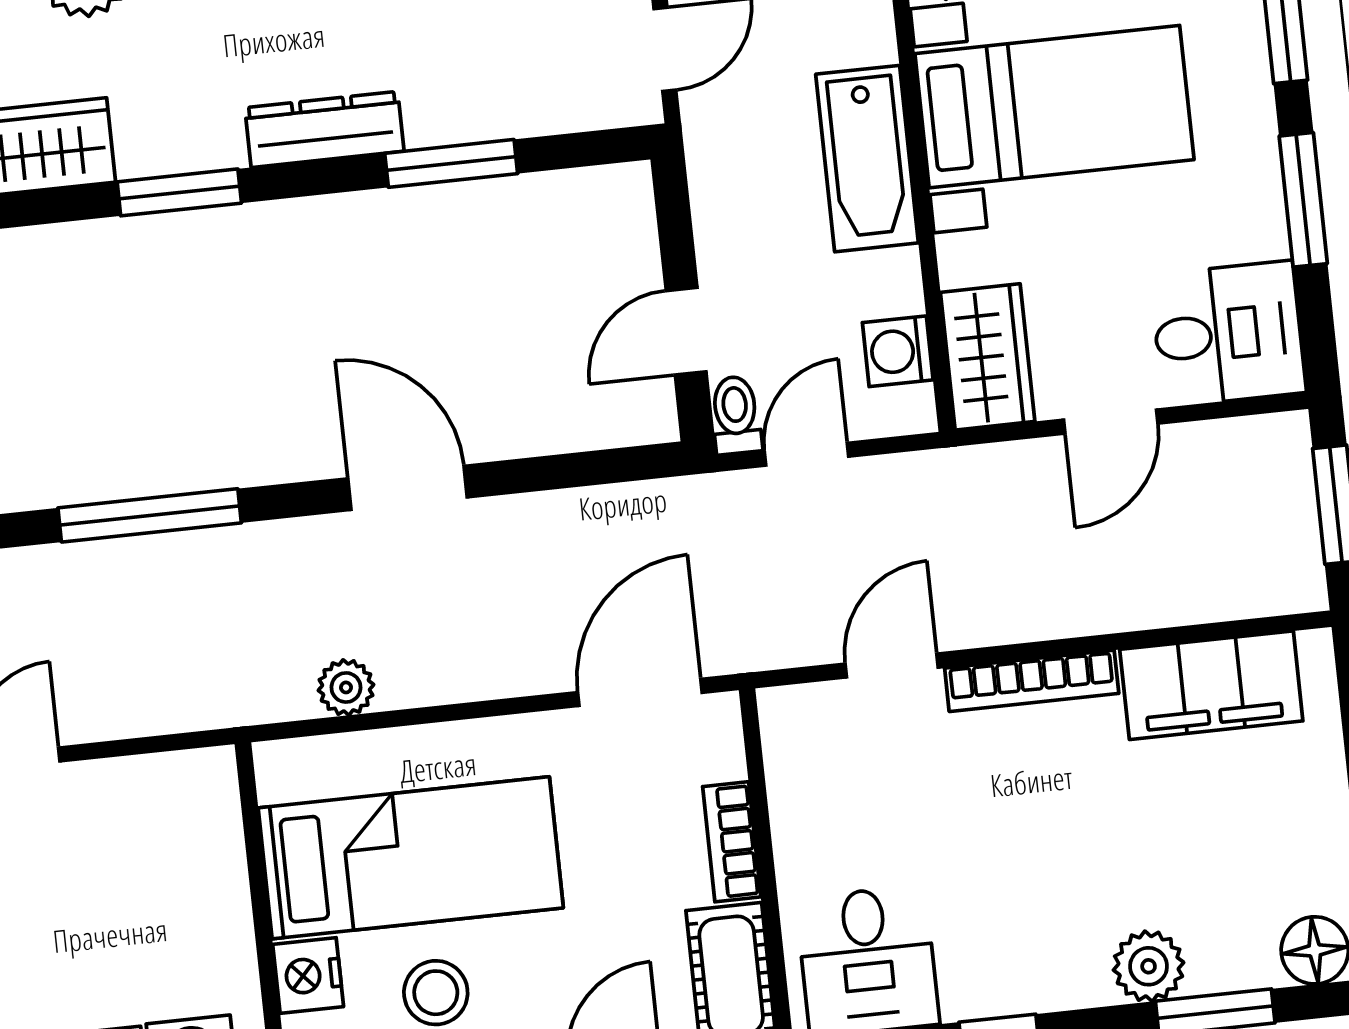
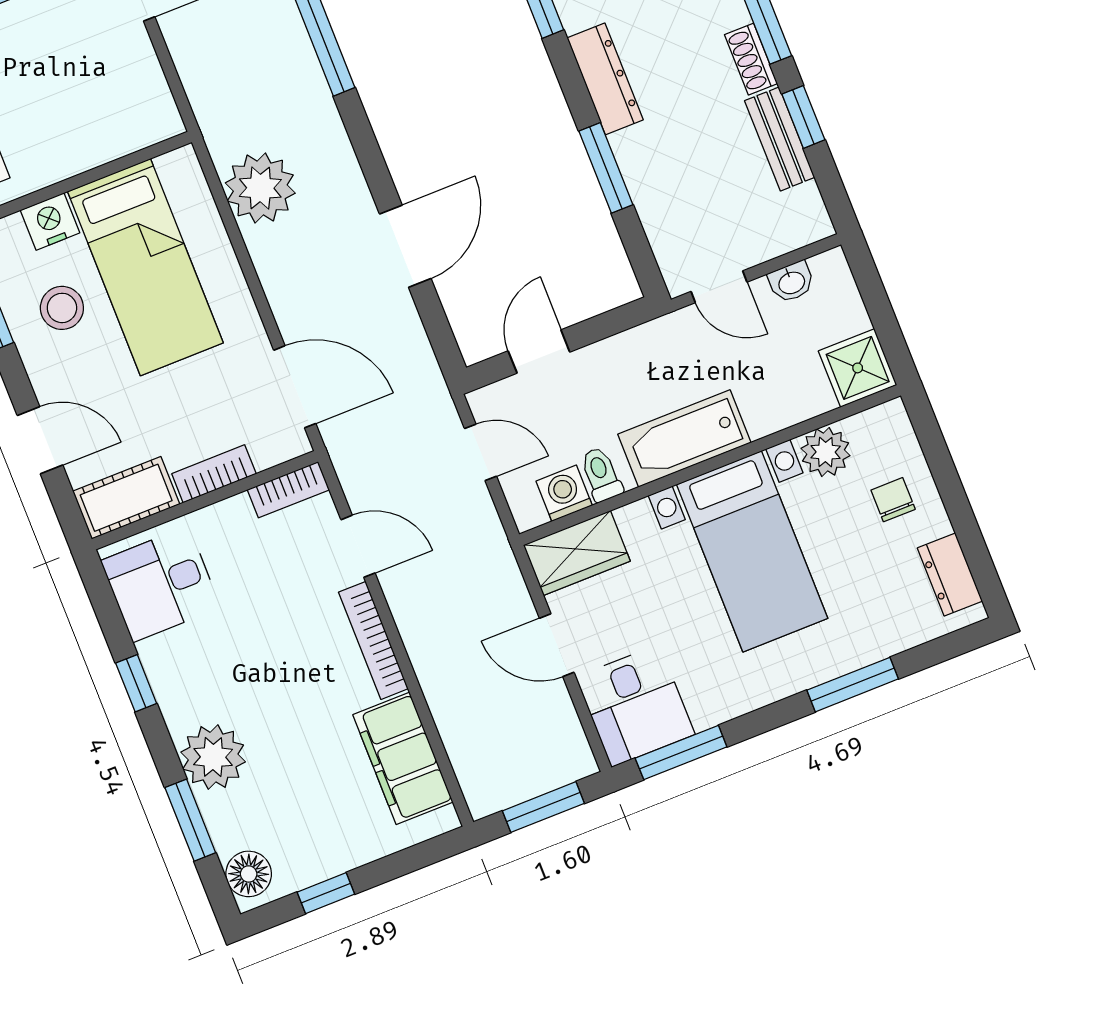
window: (1303, 200) -> (681, 752), moved
door: (686, 331) -> (539, 352), hinge flipped
toilet: (736, 415) -> (601, 474), moved, turned -90
door: (407, 488) -> (405, 246), moved
plant: (346, 687) -> (260, 188), width x1.88, depth x1.88
bookcase: (784, 742) -> (288, 490), added
plant: (1149, 966) -> (213, 757), width x1.36, depth x1.36

